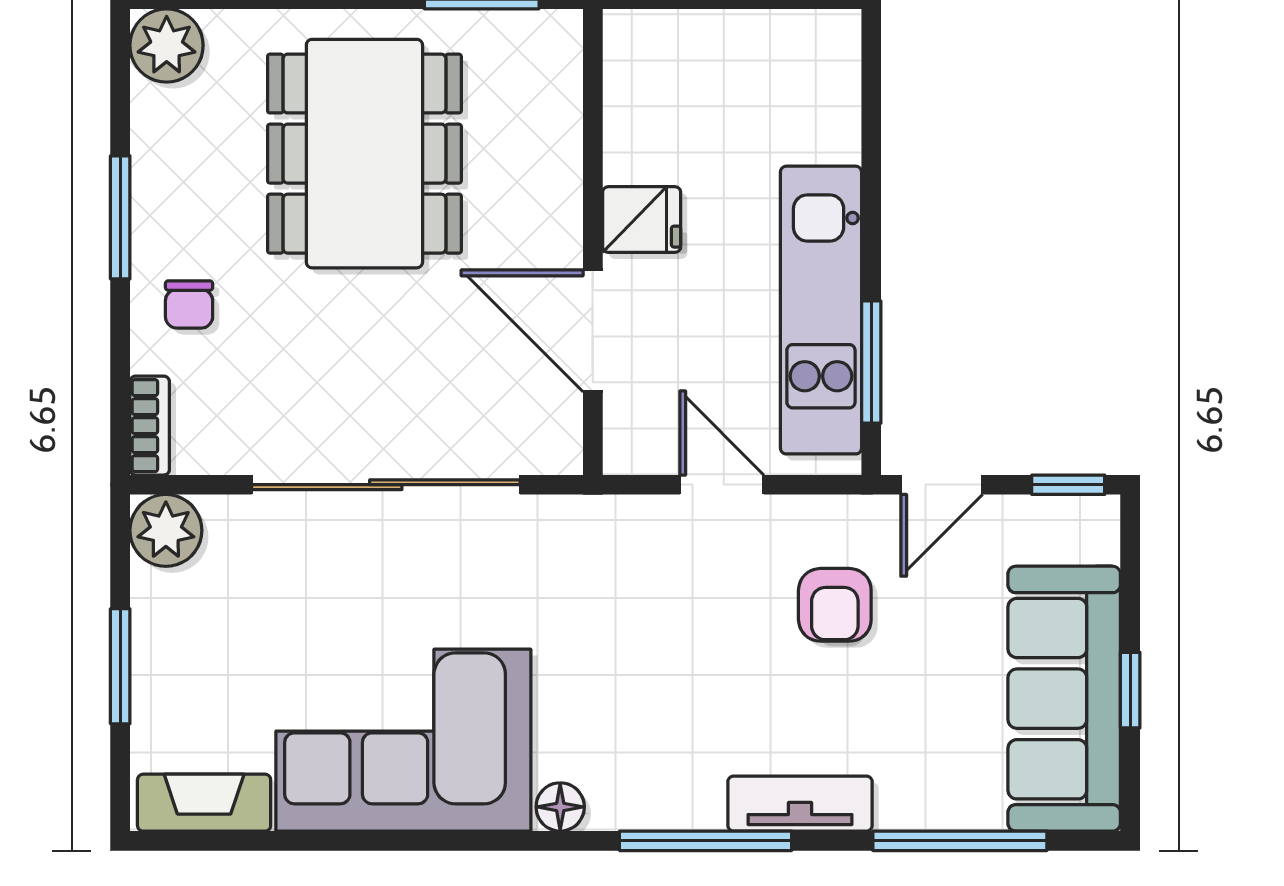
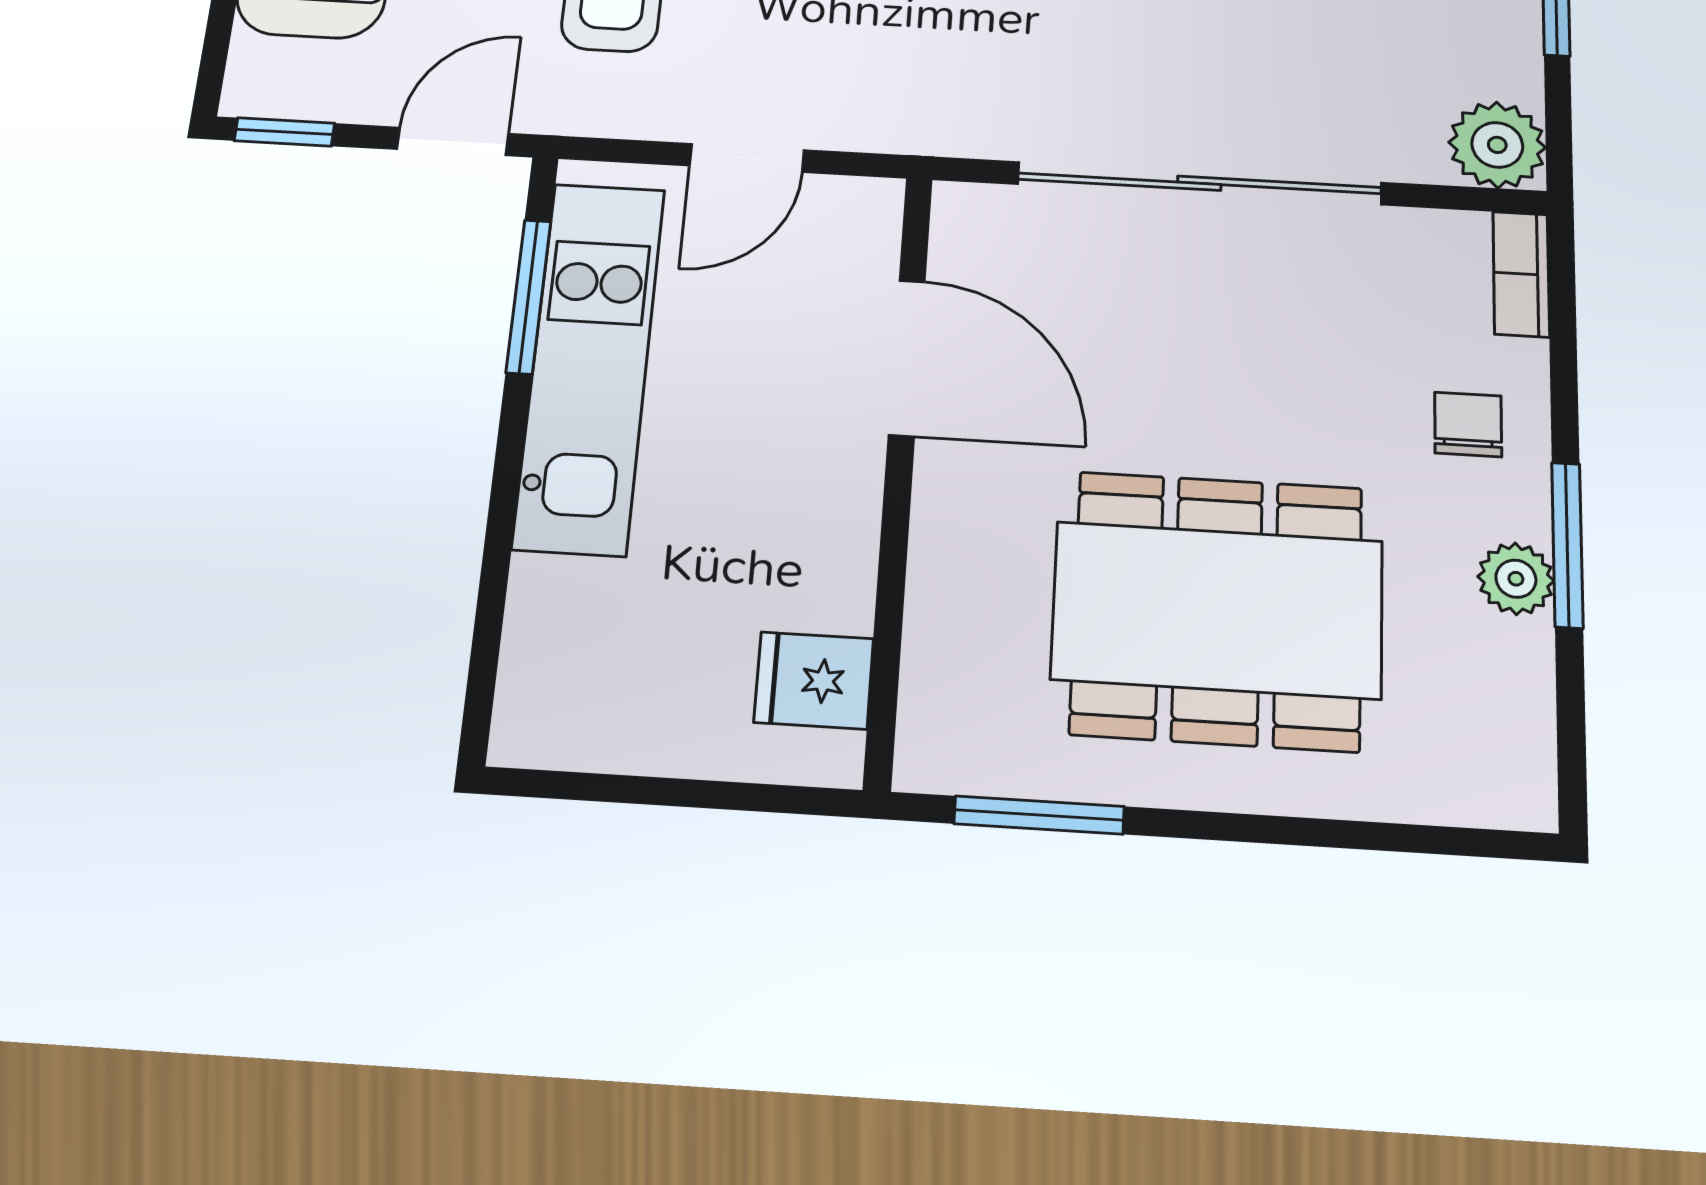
plant: (167, 45) -> (1516, 579), moved, width x0.73, depth x0.73
dining table: (364, 154) -> (1217, 610), turned 90
fridge: (642, 220) -> (814, 680), moved
door: (722, 485) -> (747, 158), hinge flipped

